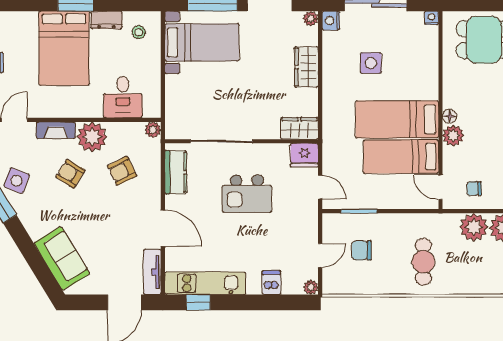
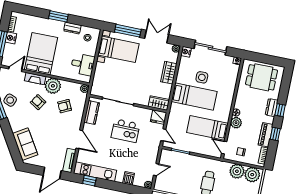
bed: (64, 48) -> (41, 54), moved, turned 180
desk: (123, 97) -> (83, 64), moved, turned -90
bed: (397, 119) -> (194, 97), moved, turned 180
chair: (361, 250) -> (178, 171), removed

